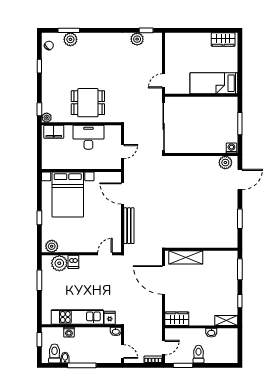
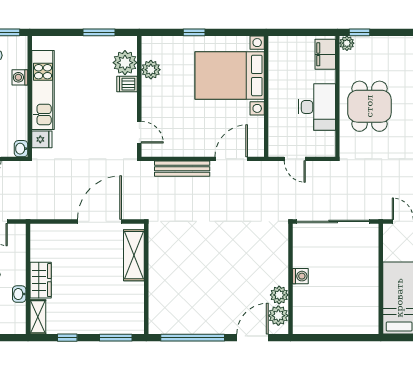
window: (240, 124) -> (338, 338), removed
washing machine: (231, 148) -> (300, 276), moved
plant: (212, 162) -> (279, 295), added
door: (240, 179) -> (252, 338), swing flipped
window: (240, 219) -> (193, 338), width x2.11
plant: (52, 246) -> (151, 70), moved
wardrobe: (177, 319) -> (41, 280), moved

